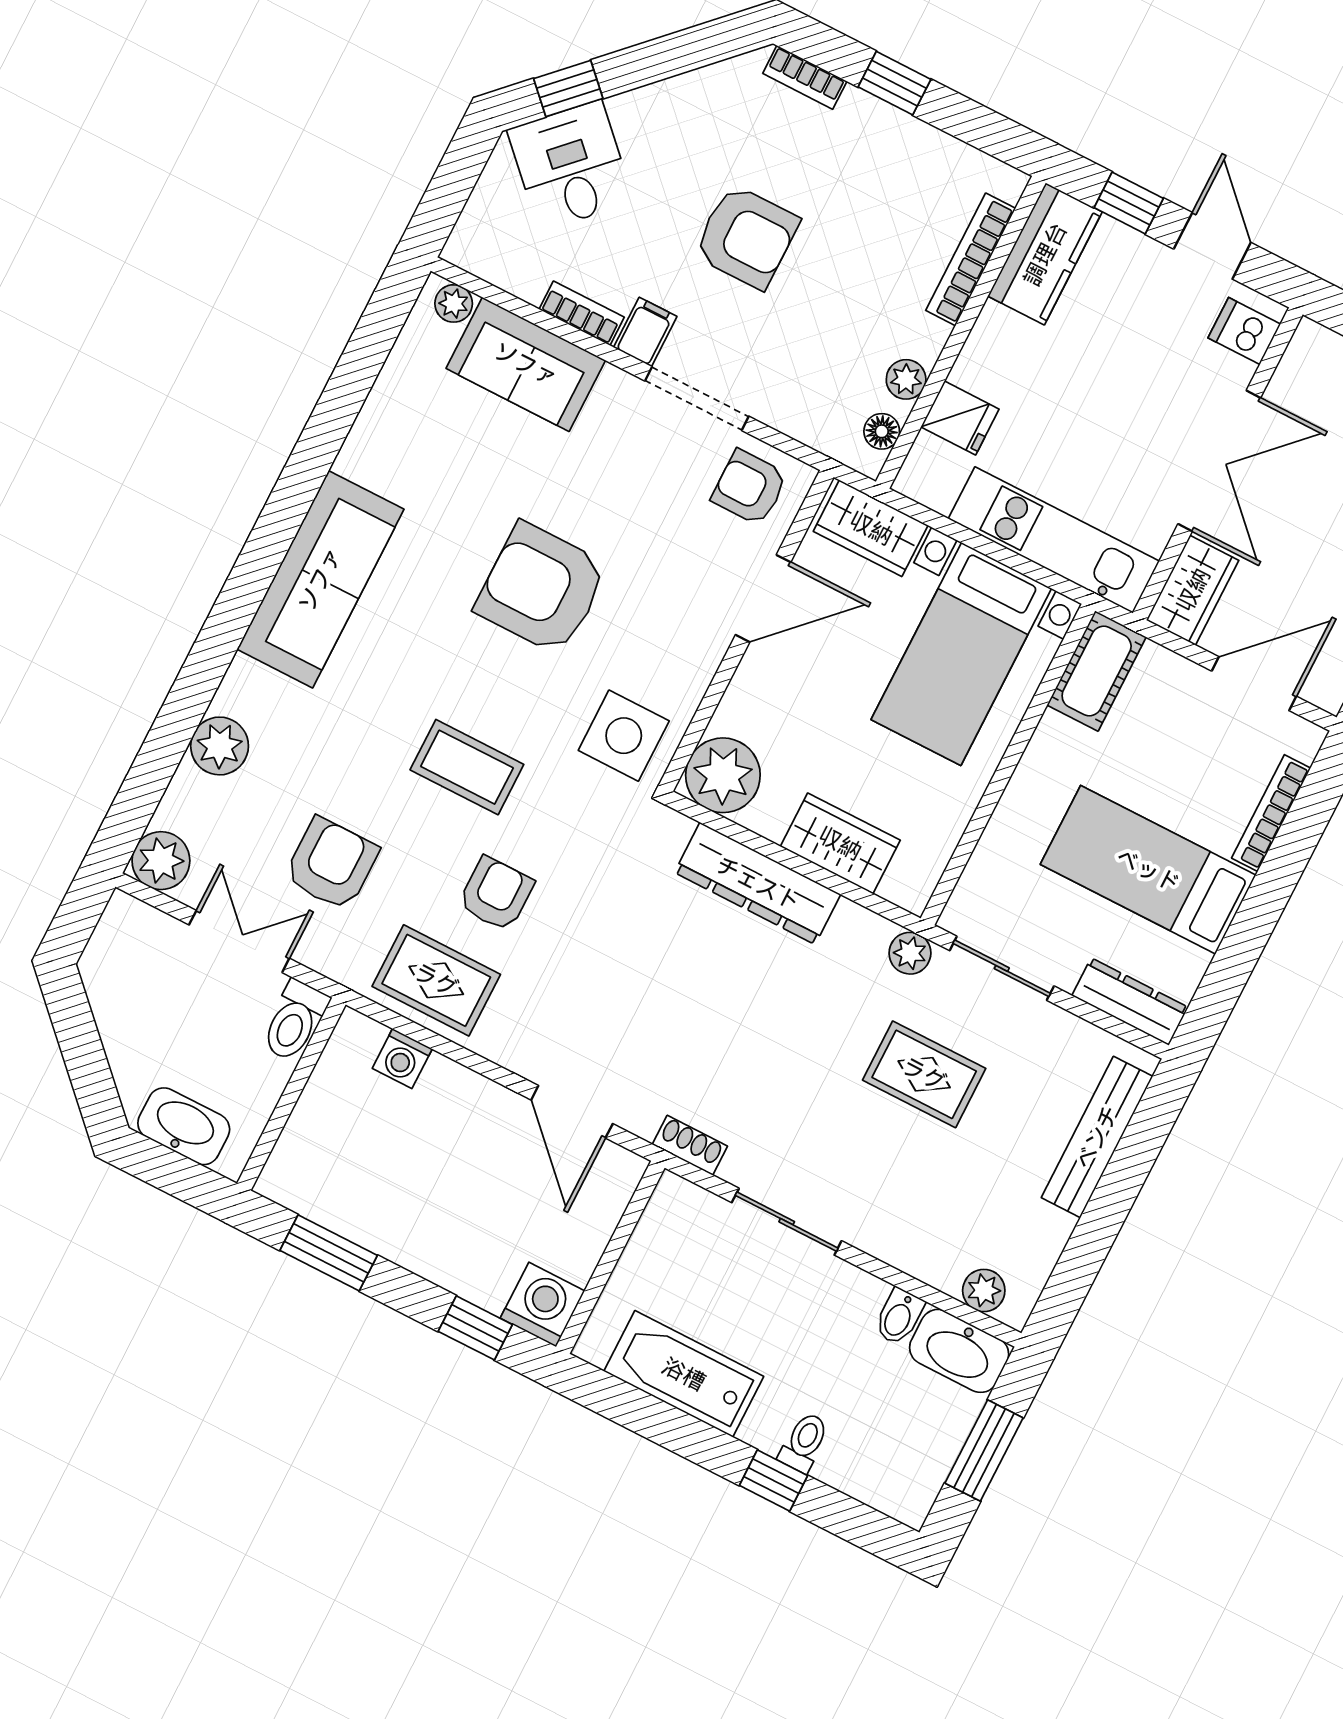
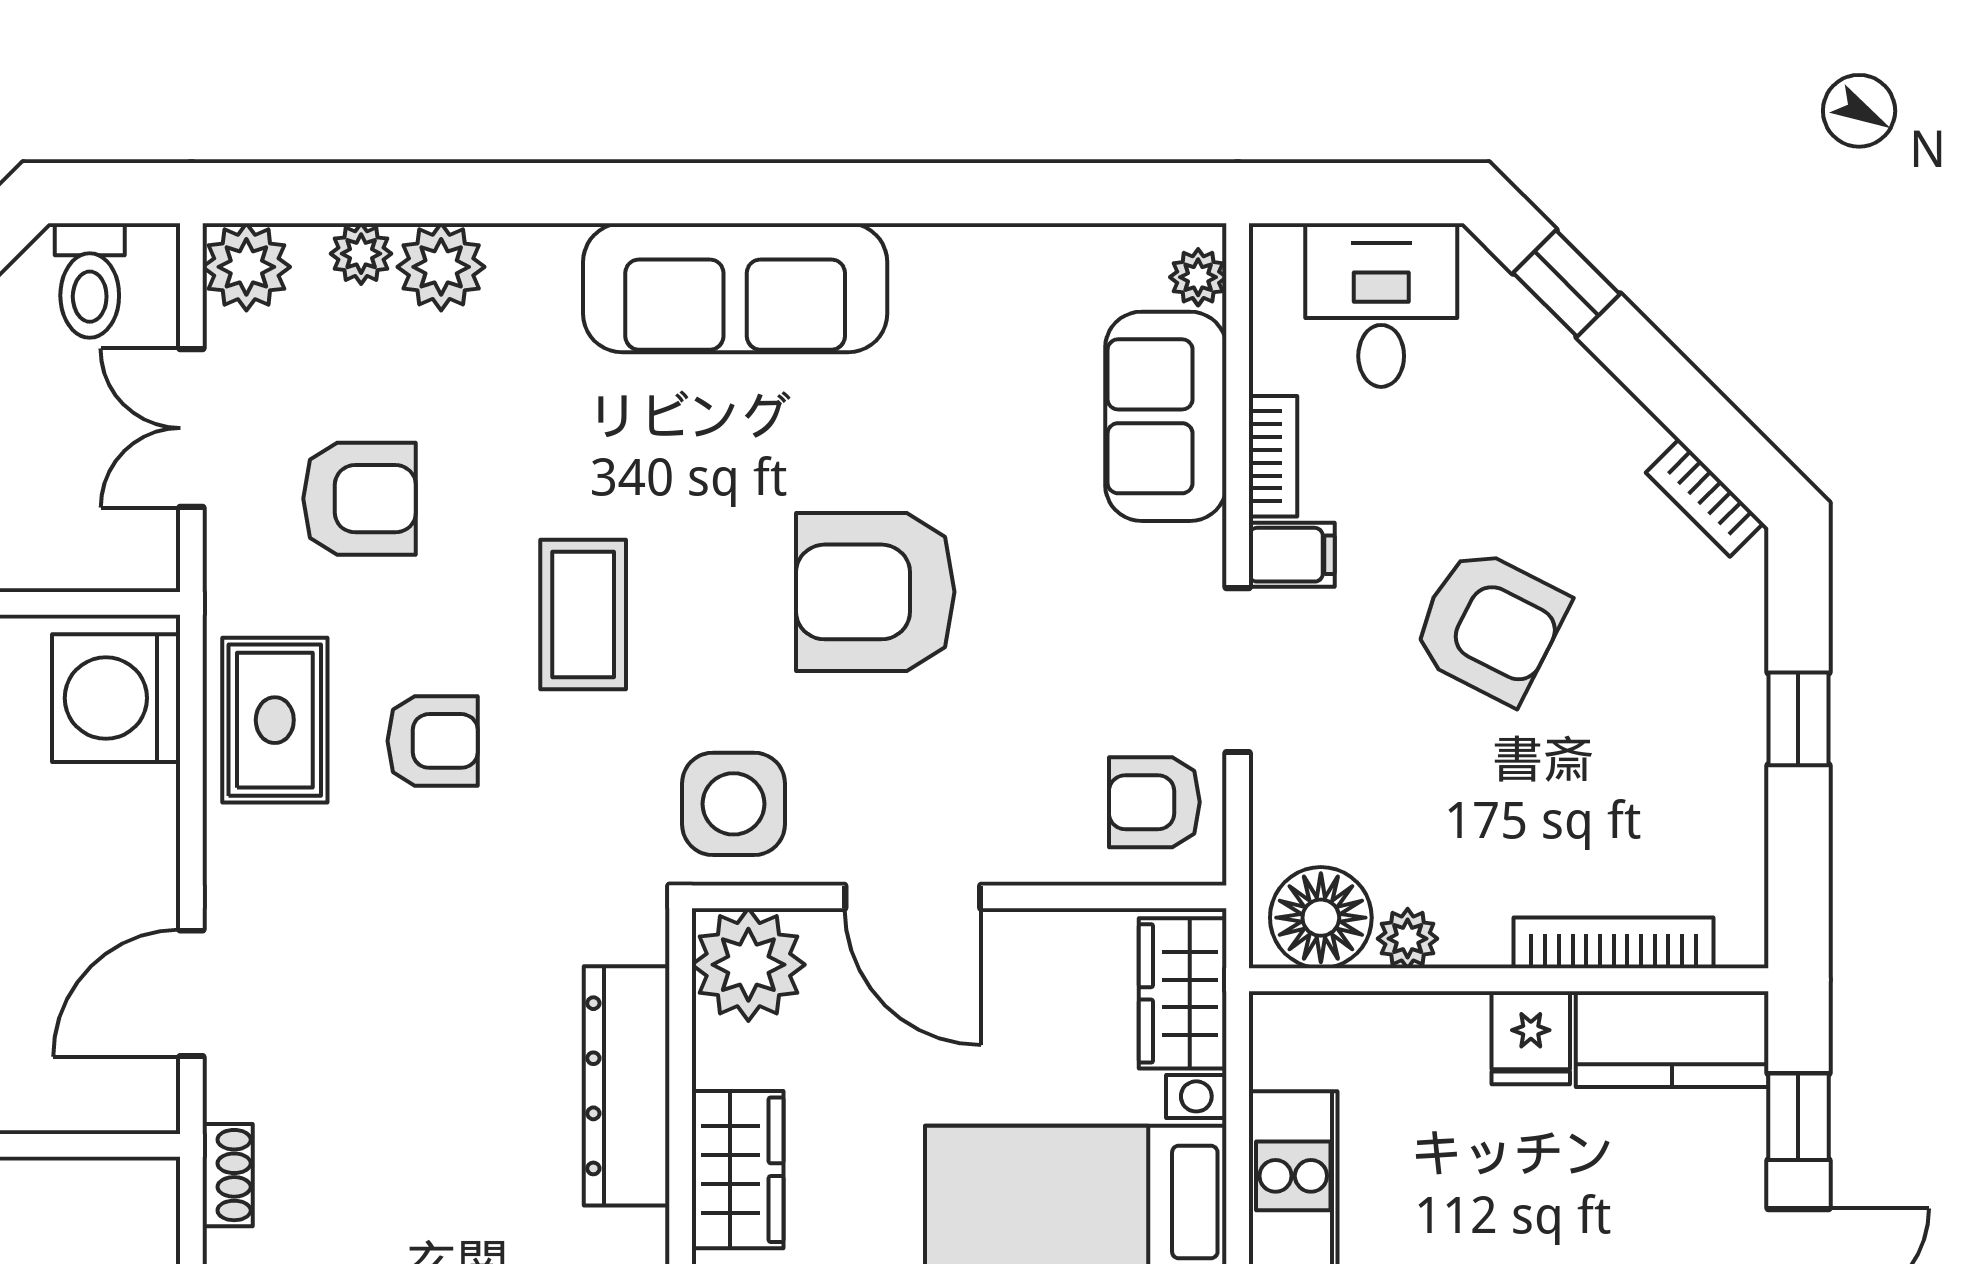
bookcase: (805, 77) -> (1705, 498), moved, turned -45
desk: (570, 166) -> (1381, 305), moved, turned -45
armchair: (746, 237) -> (1490, 625), turned -63
fridge: (960, 418) -> (1531, 1038), moved
floor lamp: (882, 431) -> (1321, 918), width x1.89, depth x1.89
armchair: (750, 487) -> (1154, 802), turned -90
armchair: (542, 588) -> (875, 592), turned -90
door: (763, 598) -> (913, 897), moved
plant: (188, 789) -> (361, 254), added
double door: (239, 942) -> (191, 428), swing flipped
toilet: (295, 1021) -> (90, 281), moved, turned -90
washing machine: (402, 1059) -> (116, 698), width x1.89, depth x1.89

